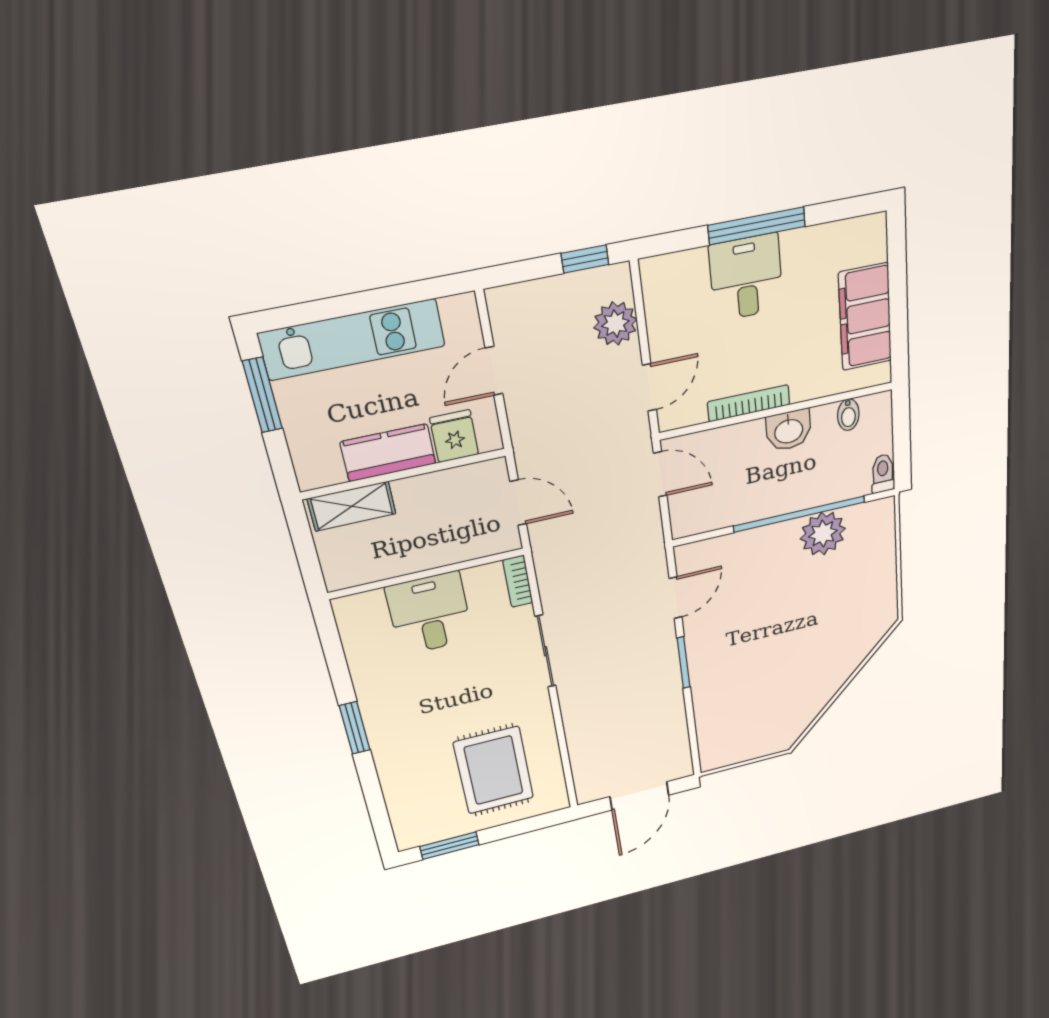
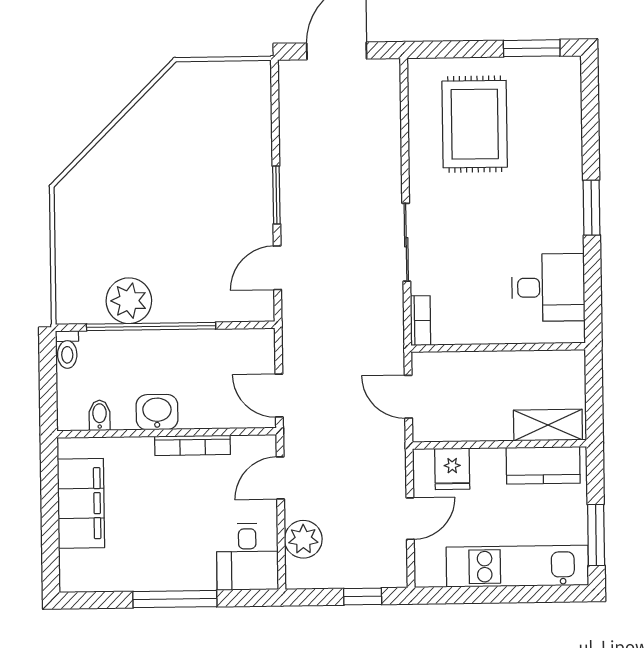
window: (585, 259) -> (363, 596), moved
desk: (746, 277) -> (247, 557), moved
kitchen counter: (388, 453) -> (543, 465), moved
desk: (430, 613) -> (548, 287), moved, turned -90

